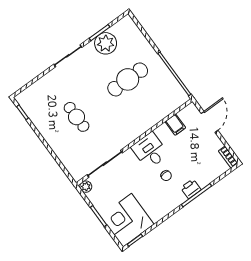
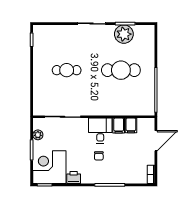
cafe table: (77, 117) -> (67, 70), turned 90
filing cabinet: (164, 133) -> (119, 126), added
plant: (86, 187) -> (38, 135), moved
printer: (191, 189) -> (74, 178), moved

